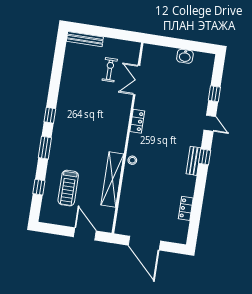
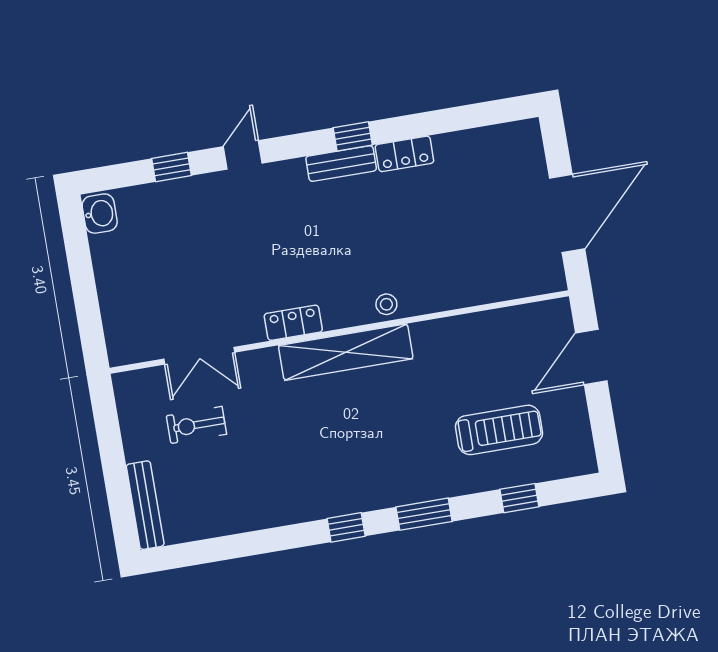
washbasin: (185, 56) -> (100, 214), moved
window: (205, 157) -> (353, 136), moved
shelving: (112, 180) -> (346, 352), moved
locker: (186, 208) -> (404, 154), moved

